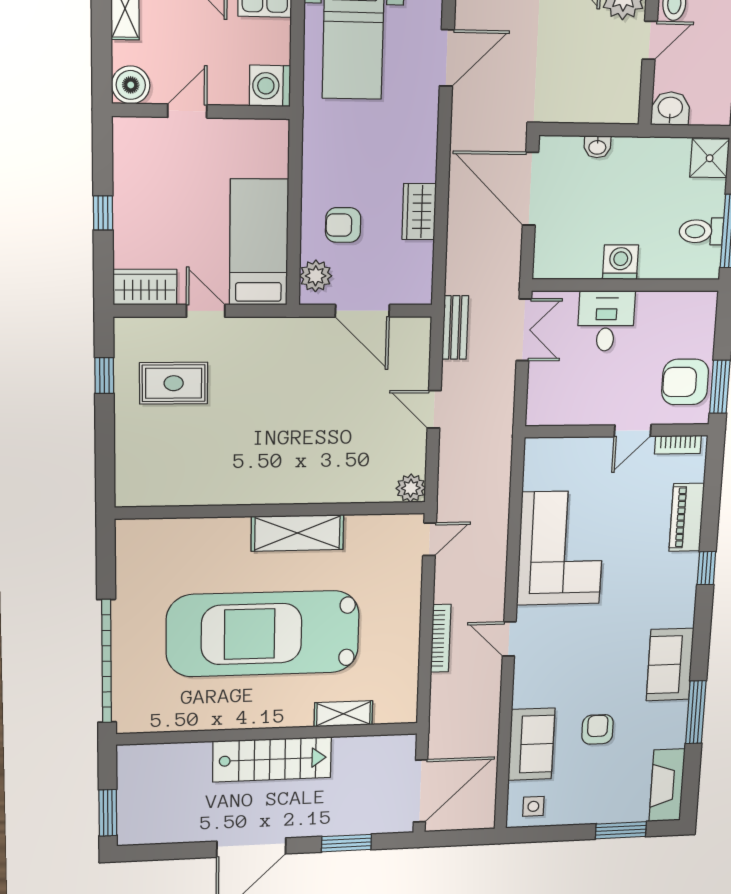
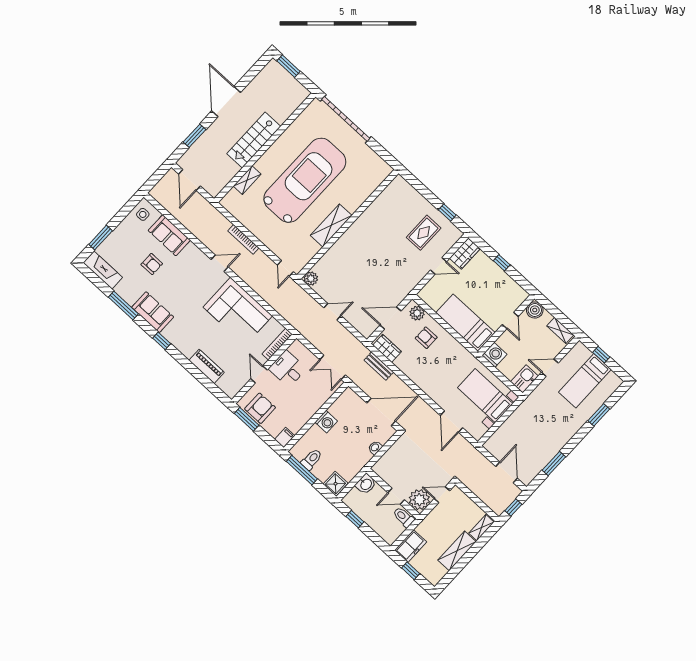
door: (650, 40) -> (396, 496), hinge flipped
wardrobe: (419, 212) -> (387, 348), moved
armchair: (343, 225) -> (426, 338), turned -90
bed: (259, 242) -> (465, 323), moved, turned 180
filing cabinet: (701, 304) -> (285, 438), added
desk: (606, 321) -> (288, 369), moved, turned 180
bench: (455, 328) -> (379, 366), moved
bookcase: (678, 445) -> (277, 344), moved, width x1.56
window: (706, 568) -> (162, 341), moved
door: (420, 791) -> (190, 180), width x0.73

